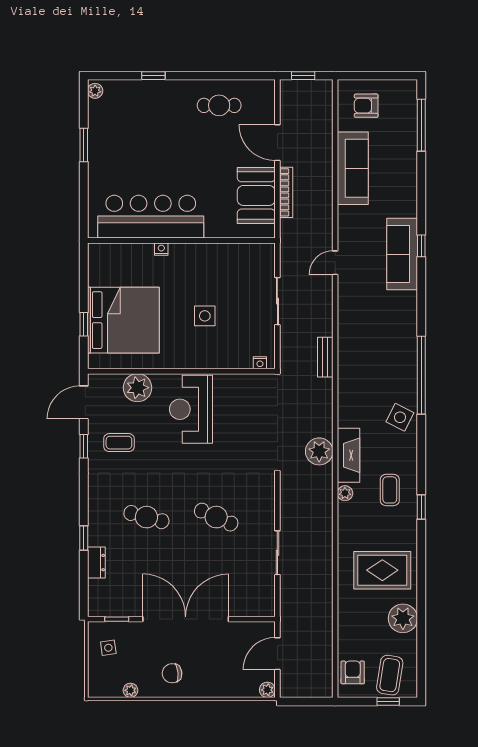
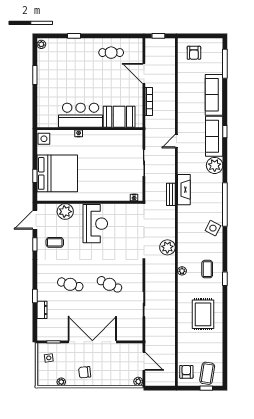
armchair: (366, 106) -> (194, 53), turned -90
sofa: (353, 168) -> (214, 95), moved, turned 180
booth: (256, 195) -> (119, 117), moved, turned 90
bar counter: (151, 217) -> (81, 115), width x0.73
side table: (205, 316) -> (44, 139), moved
reception desk: (191, 409) -> (95, 224), turned 180
fireplace: (349, 455) -> (184, 190), moved
rug: (382, 570) -> (203, 314), turned 90
plant: (403, 618) -> (215, 165), moved
door: (277, 654) -> (144, 361), swing flipped

